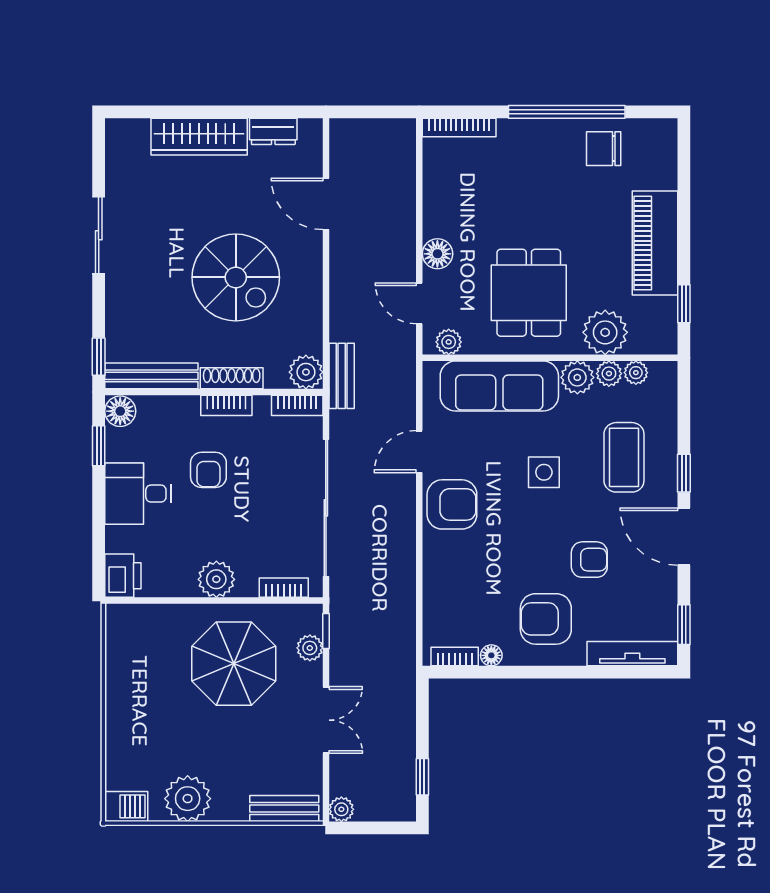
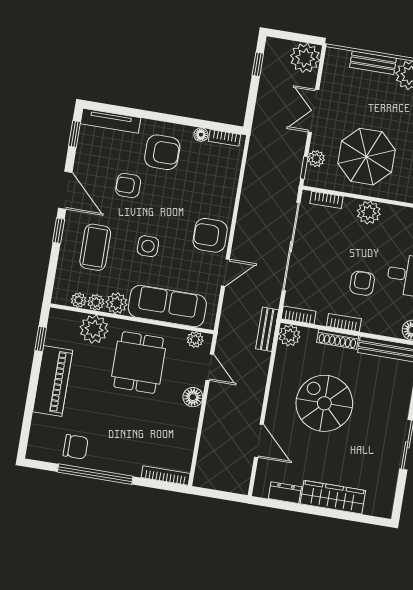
bench: (284, 808) -> (373, 63), moved
plant: (341, 809) -> (305, 58), width x1.88, depth x1.88

